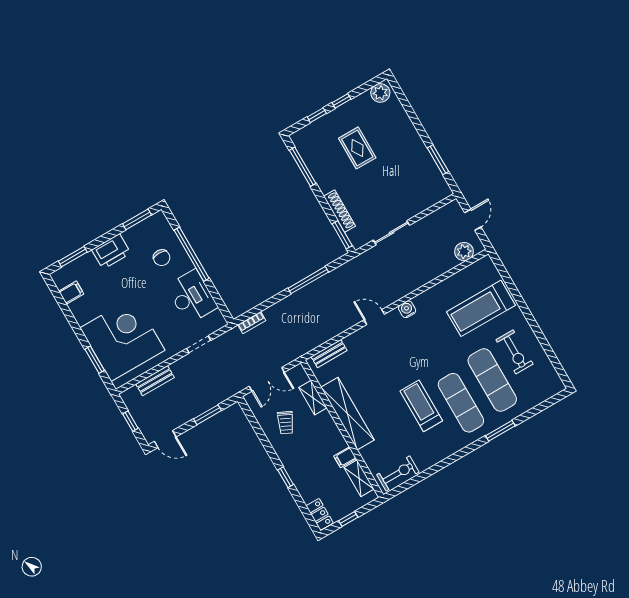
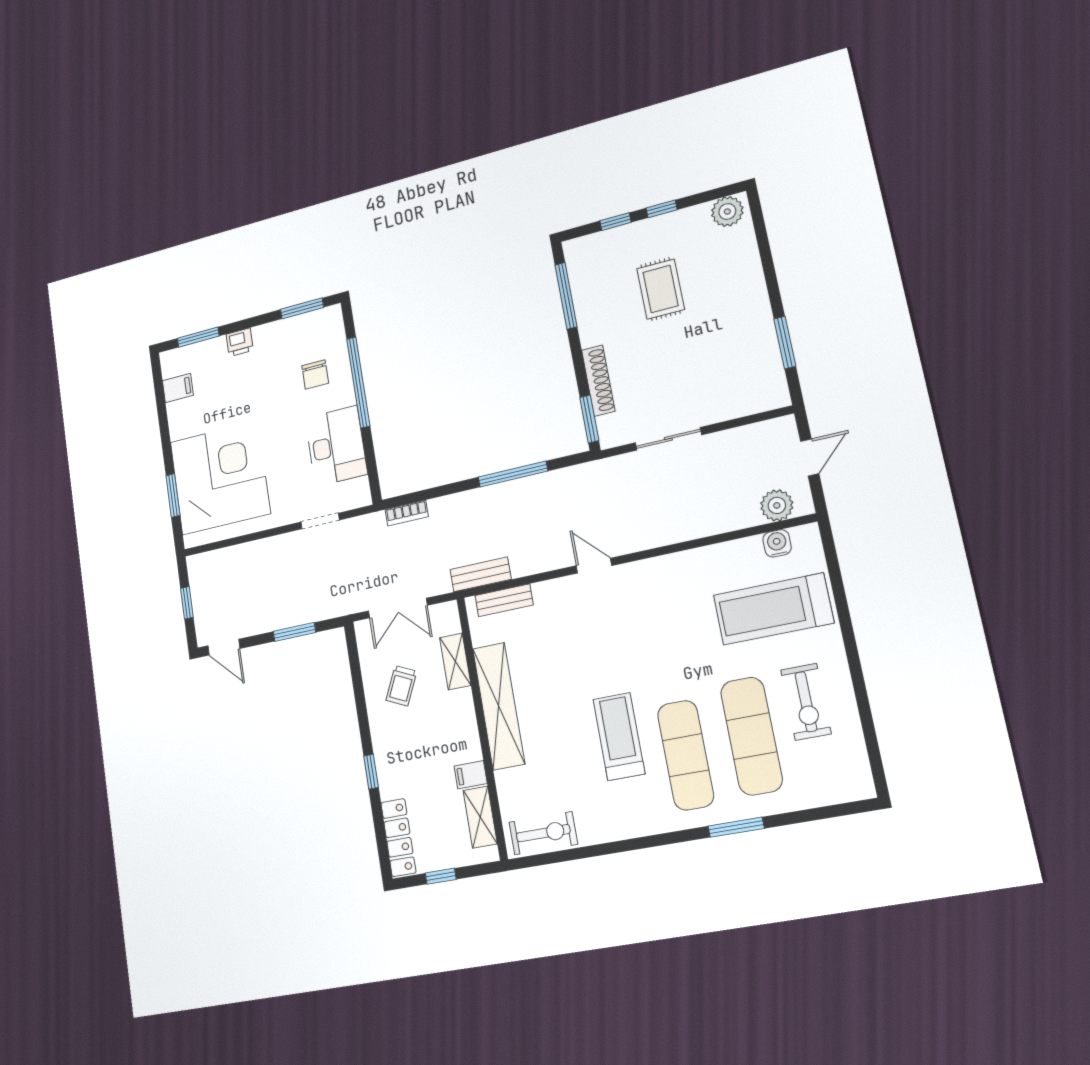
printer: (111, 251) -> (240, 342), width x0.53, depth x0.68
water cooler: (407, 309) -> (777, 543), moved
bench: (155, 381) -> (481, 574), moved
locker: (320, 514) -> (398, 838), width x1.53

